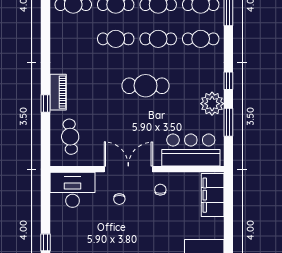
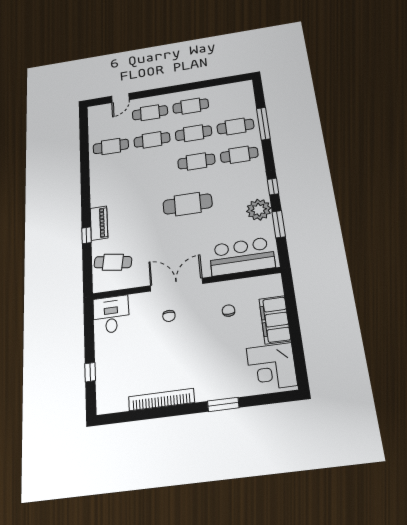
cafe table: (116, 39) -> (154, 168), removed
cafe table: (70, 137) -> (113, 262), turned -76
desk: (73, 190) -> (111, 315), width x0.73
chair: (160, 190) -> (229, 311), moved
filing cabinet: (213, 195) -> (275, 320), moved

